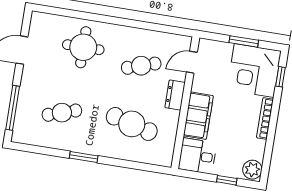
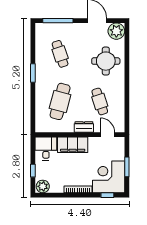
plant: (42, 25) -> (116, 31), added

